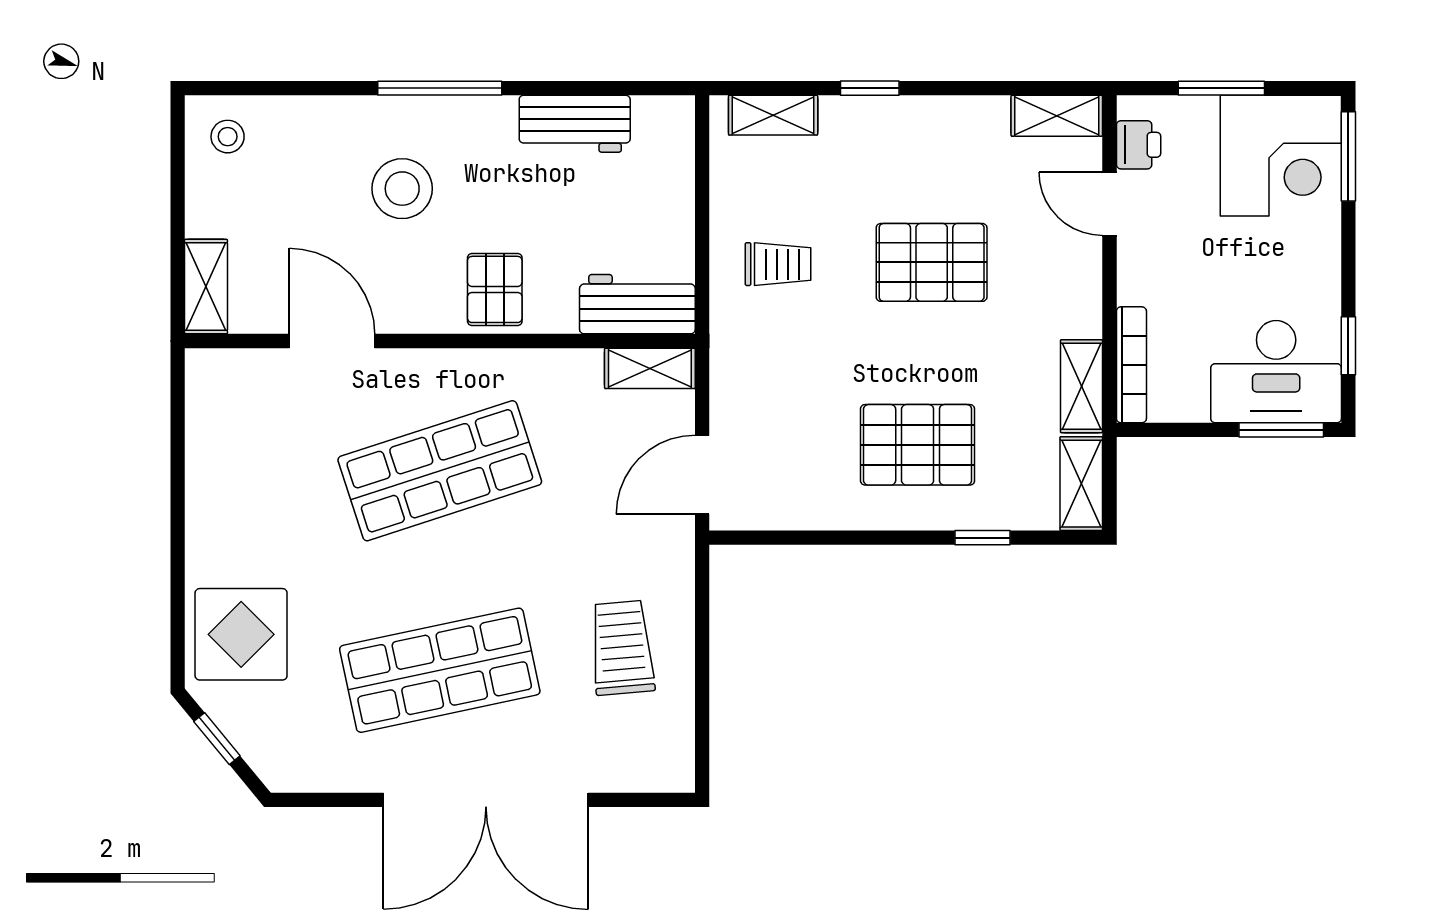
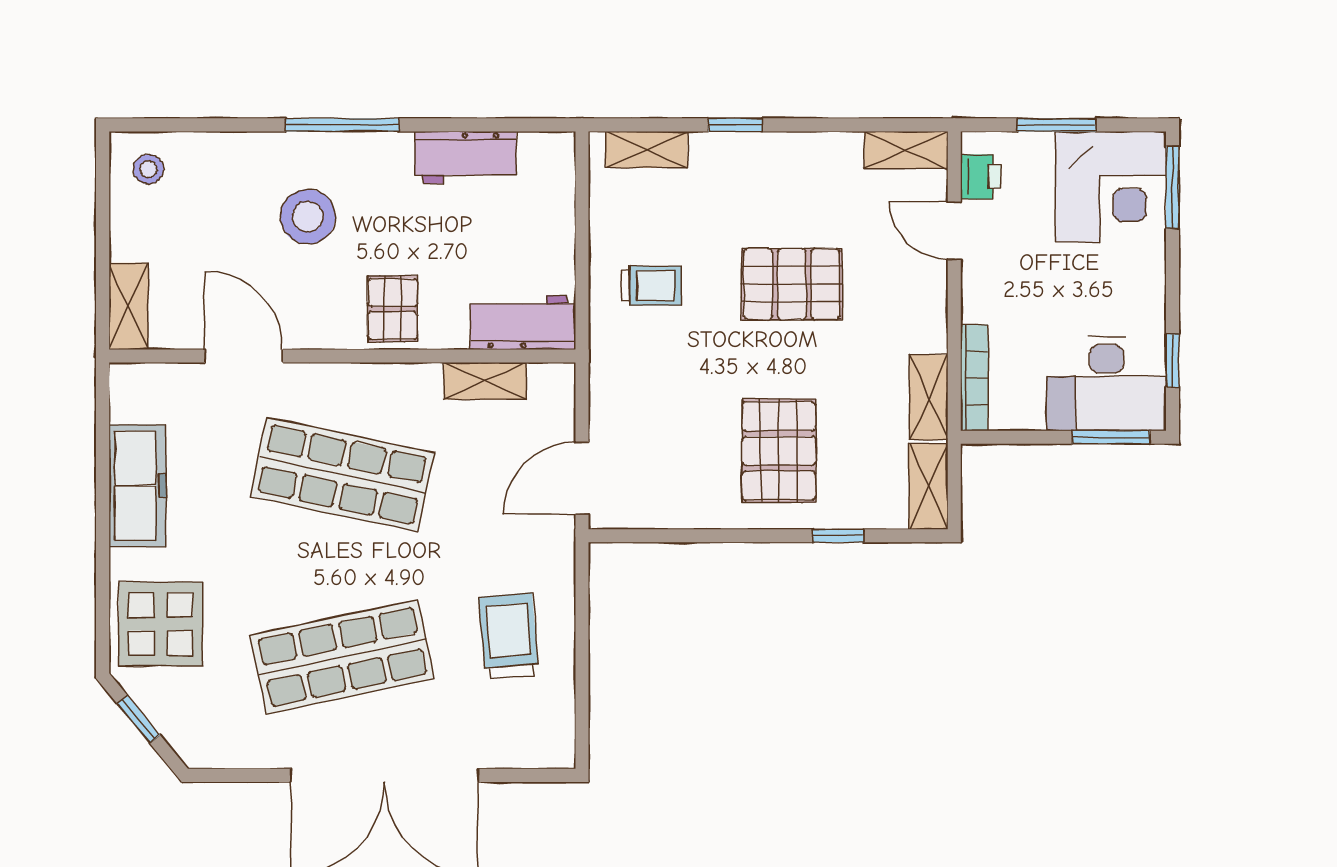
shelving: (650, 368) -> (485, 381), moved
pallet: (918, 445) -> (779, 451), turned 90
shop shelf: (440, 471) -> (342, 475), turned 30
freezer: (216, 483) -> (137, 486), added

